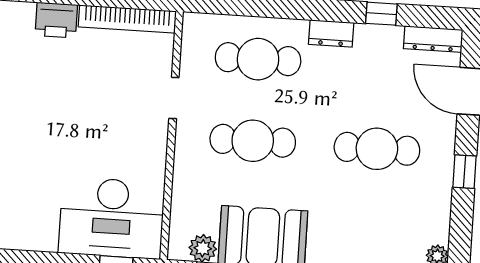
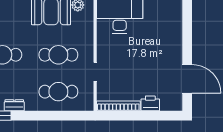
dresser: (331, 33) -> (14, 105), moved

